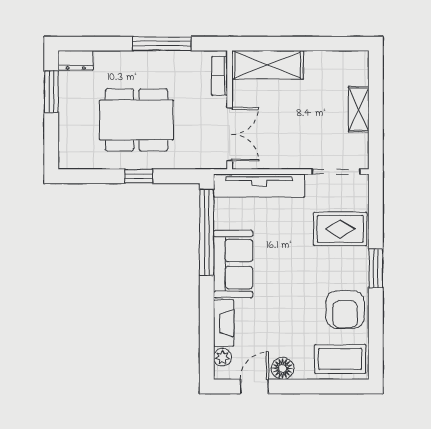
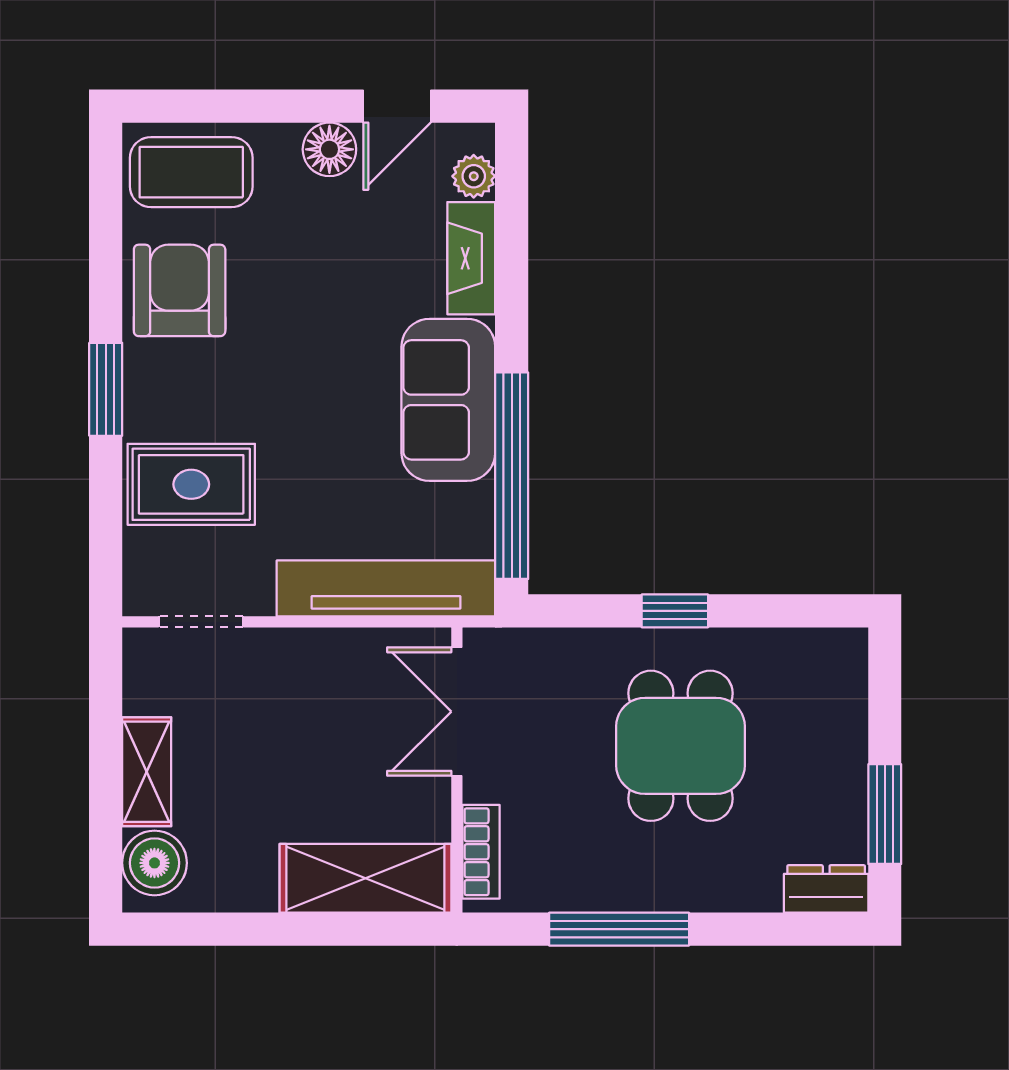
boiler: (355, 71) -> (154, 863), added
dining table: (136, 120) -> (681, 746), width x0.73
doorway: (336, 172) -> (201, 622), width x0.73

